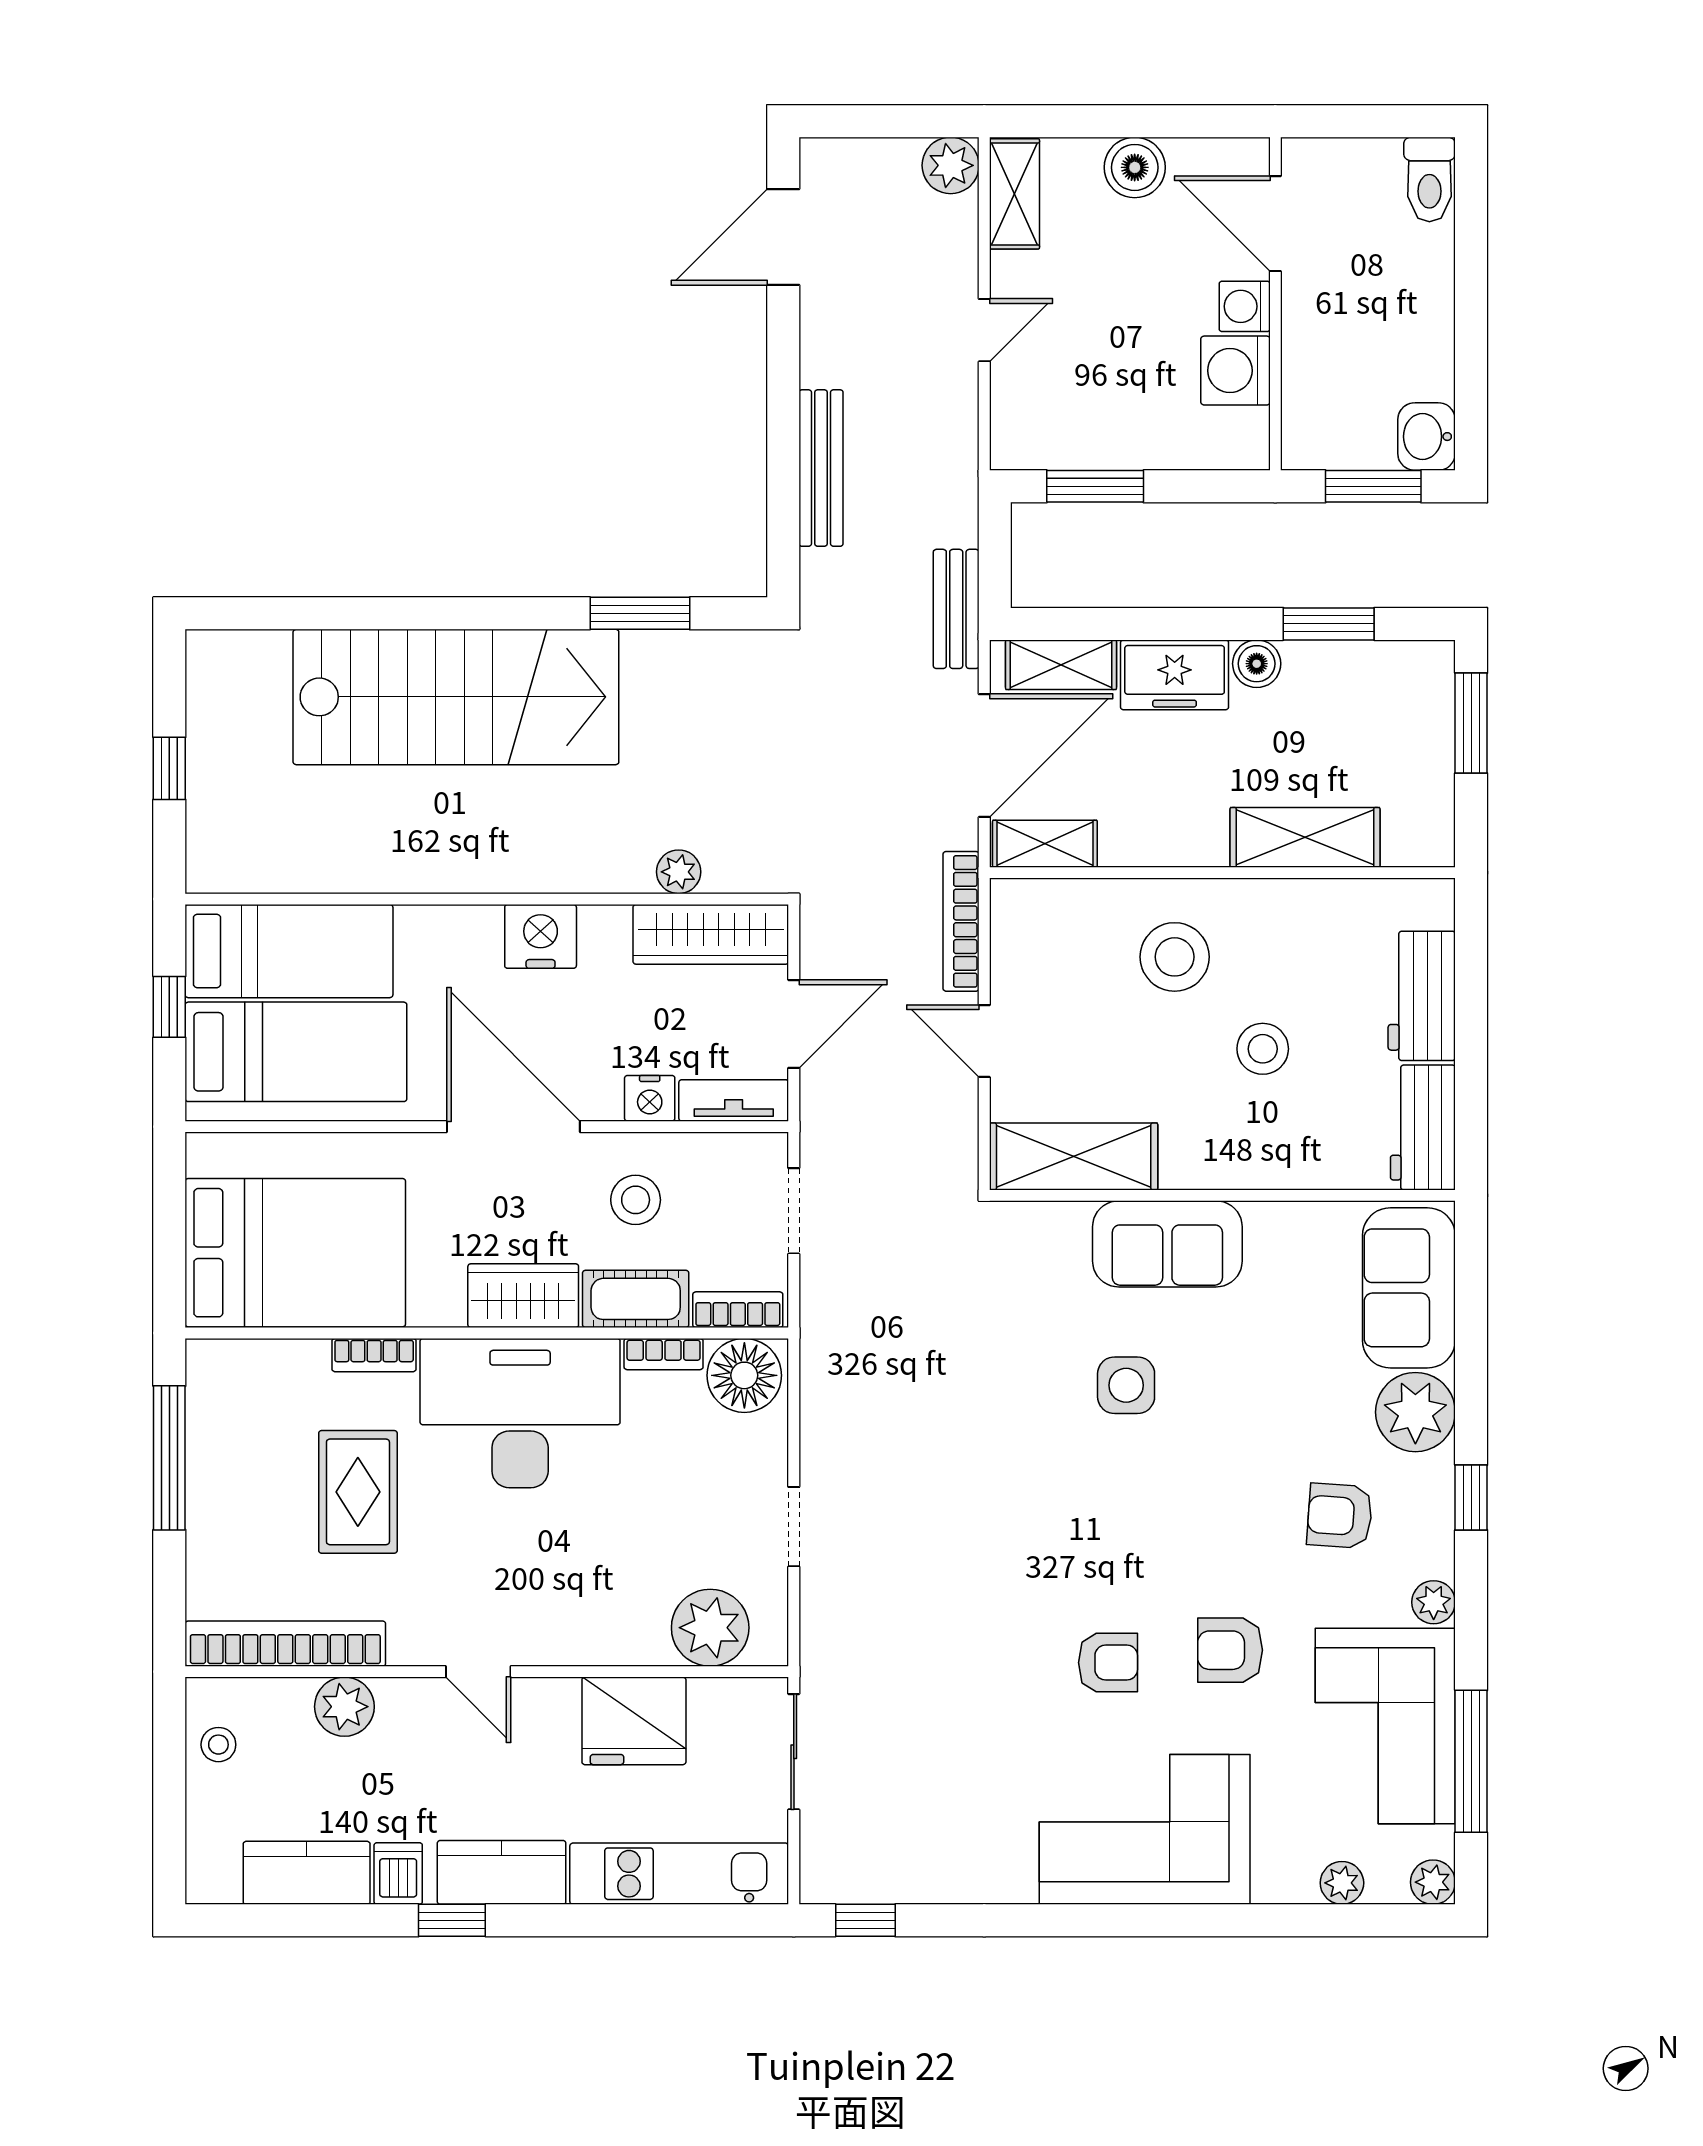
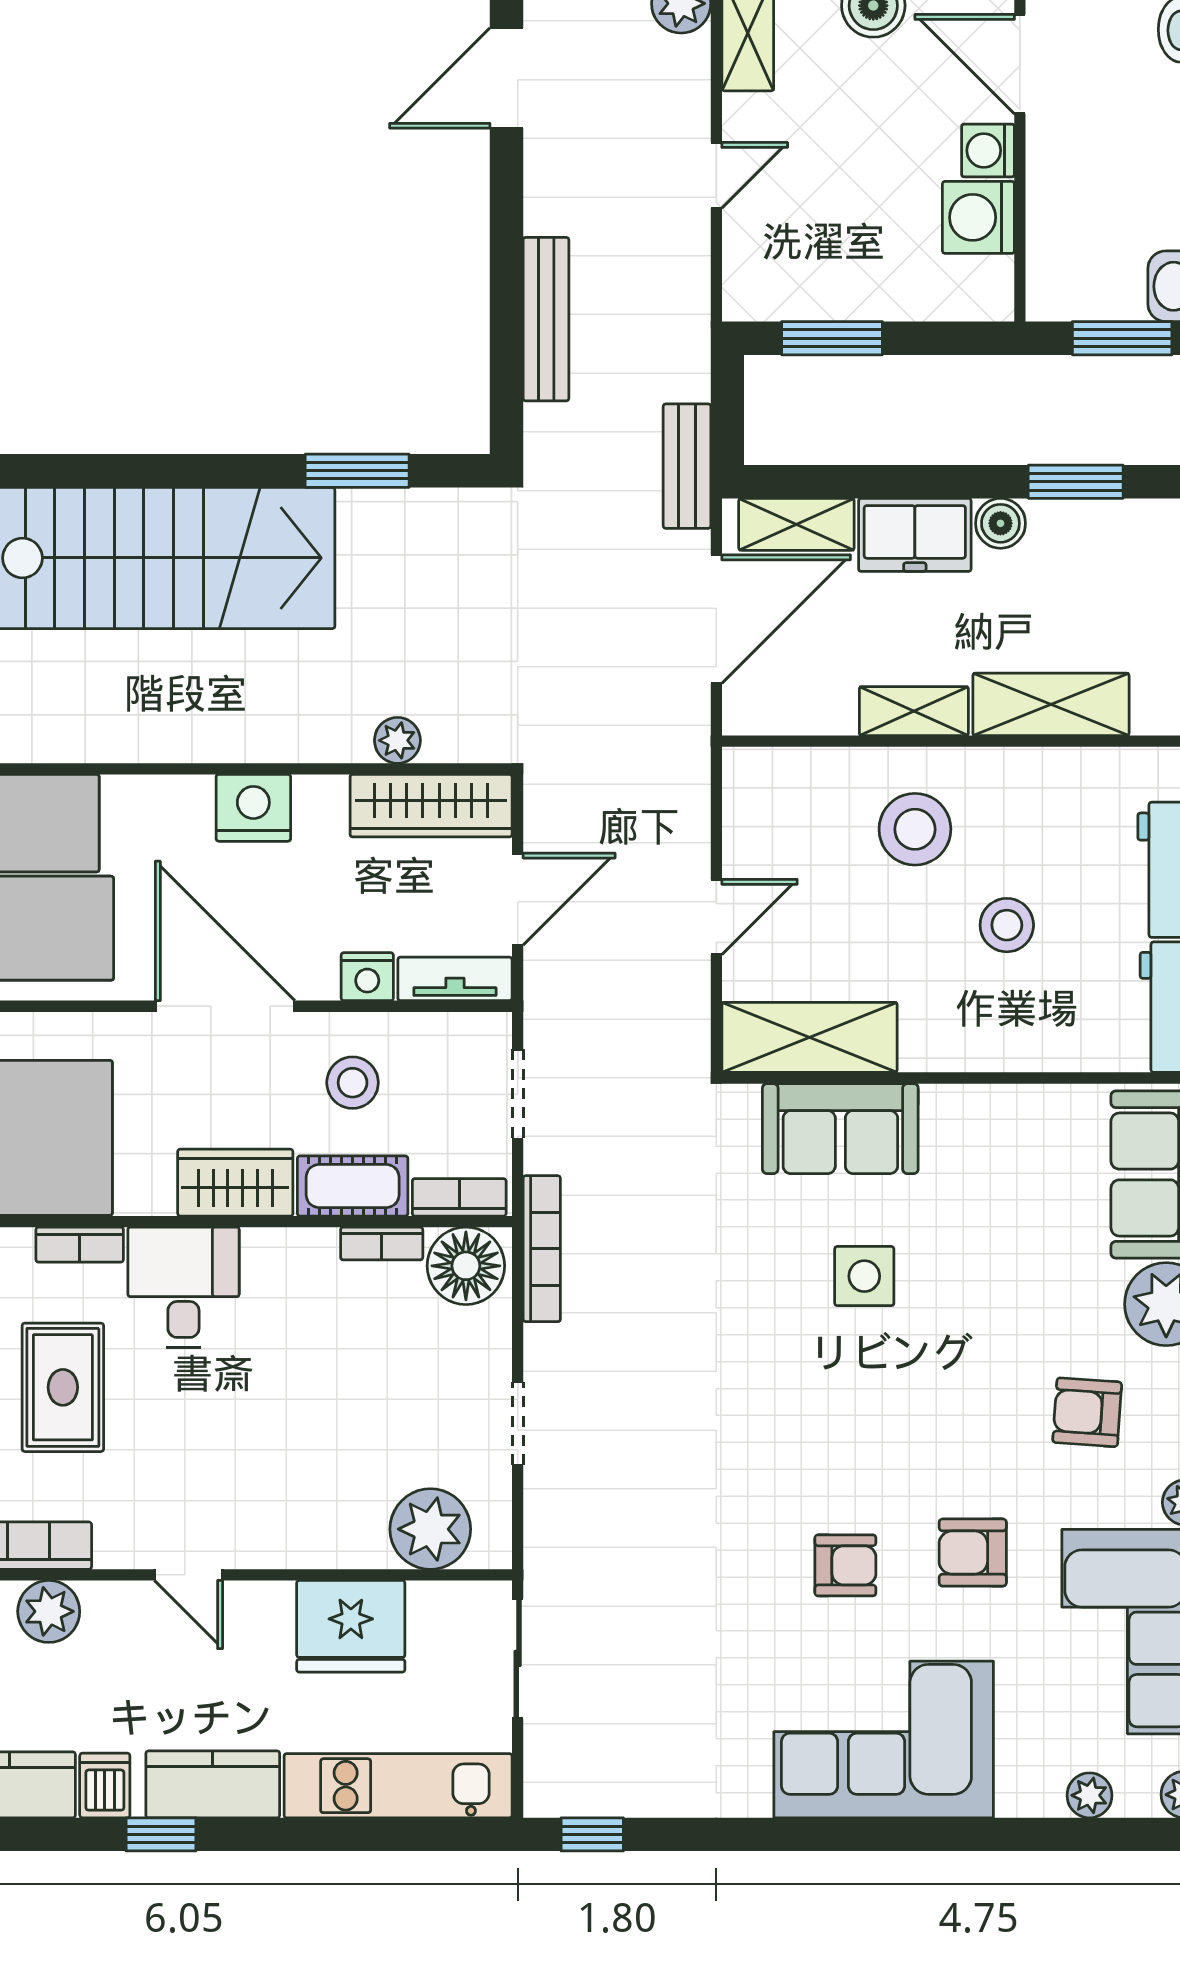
shelving: (1045, 844) -> (914, 711), moved
bookcase: (961, 921) -> (542, 1249), moved, turned 180
door: (984, 1041) -> (716, 917), swing flipped
sofa: (1167, 1244) -> (840, 1129), moved
desk: (520, 1413) -> (183, 1287), width x0.53, depth x0.77

